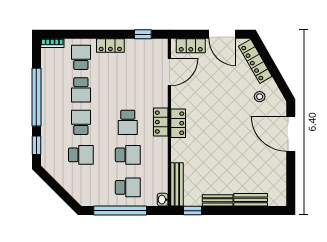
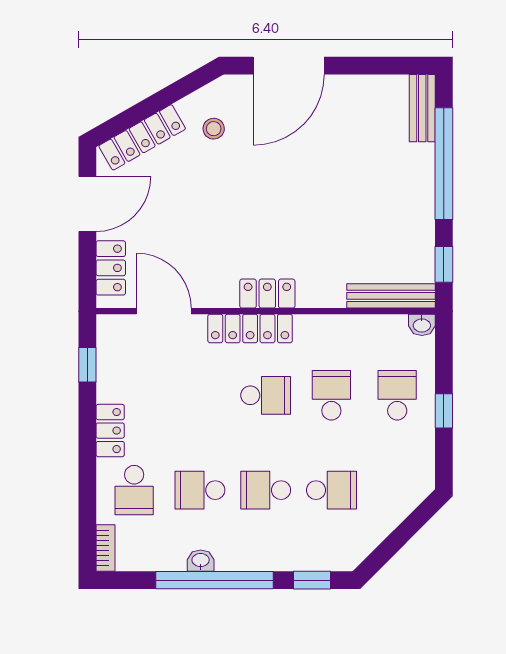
school desk: (81, 57) -> (134, 490), turned -90
washbasin: (46, 90) -> (201, 561), added
school desk: (81, 90) -> (200, 490), turned 180
locker: (161, 122) -> (250, 328), width x1.53
school desk: (81, 155) -> (331, 490), turned 90
bench: (218, 200) -> (423, 214), removed
bench: (251, 200) -> (422, 108), moved
window: (120, 211) -> (444, 411), width x0.32
window: (242, 211) -> (444, 164), added

